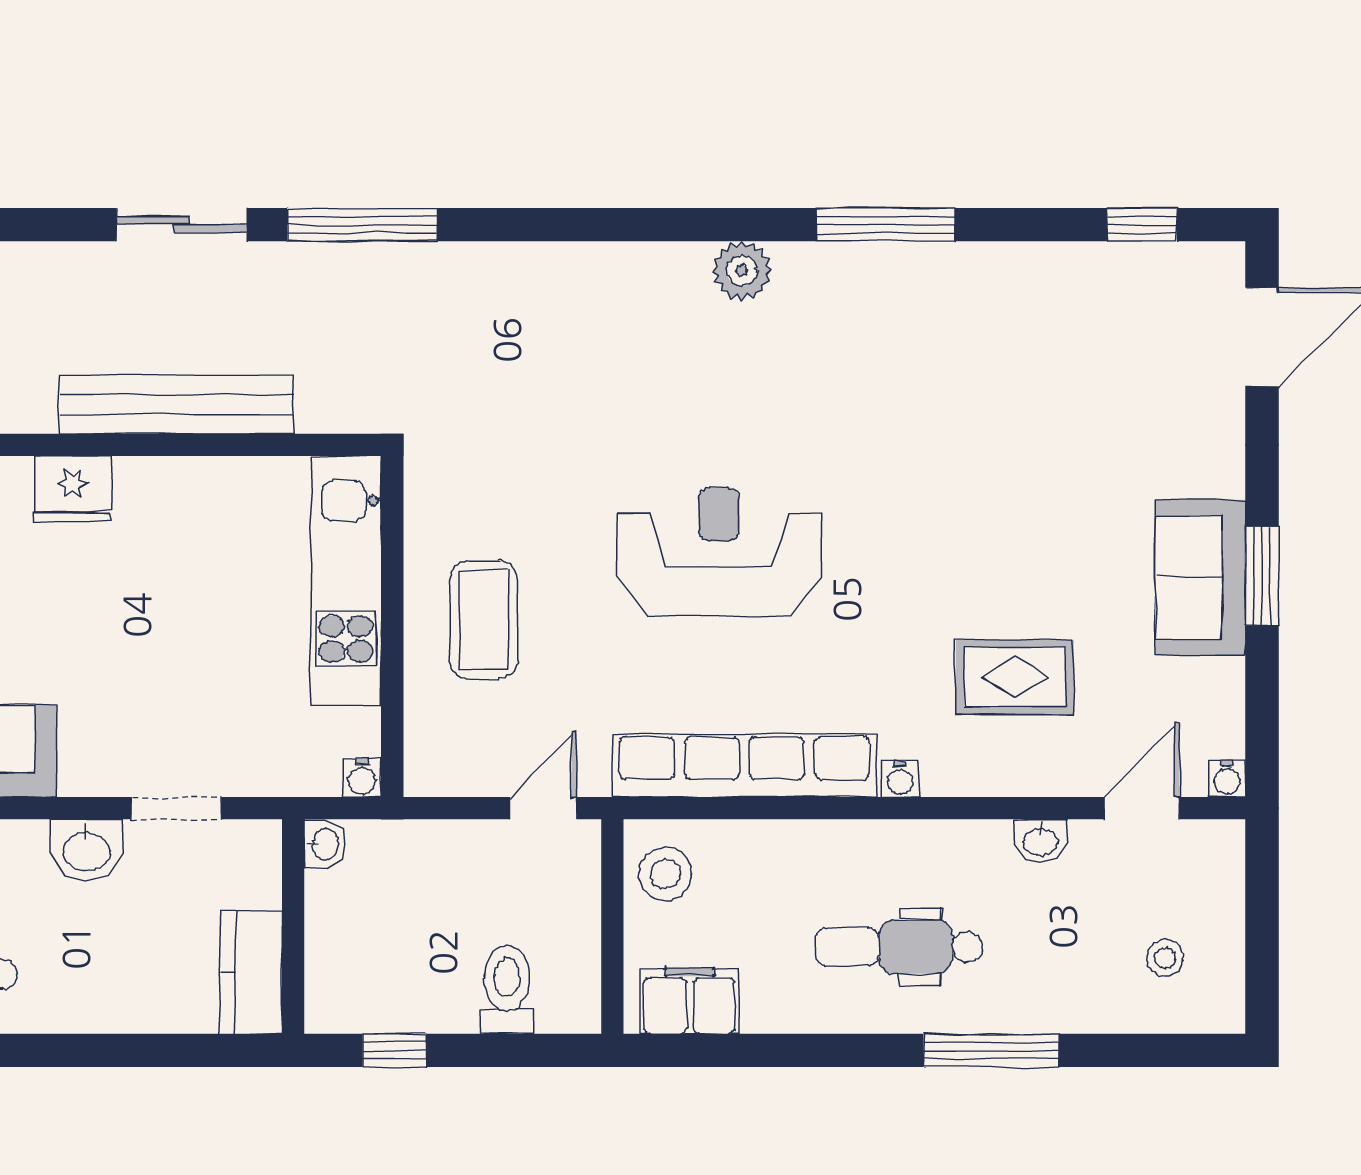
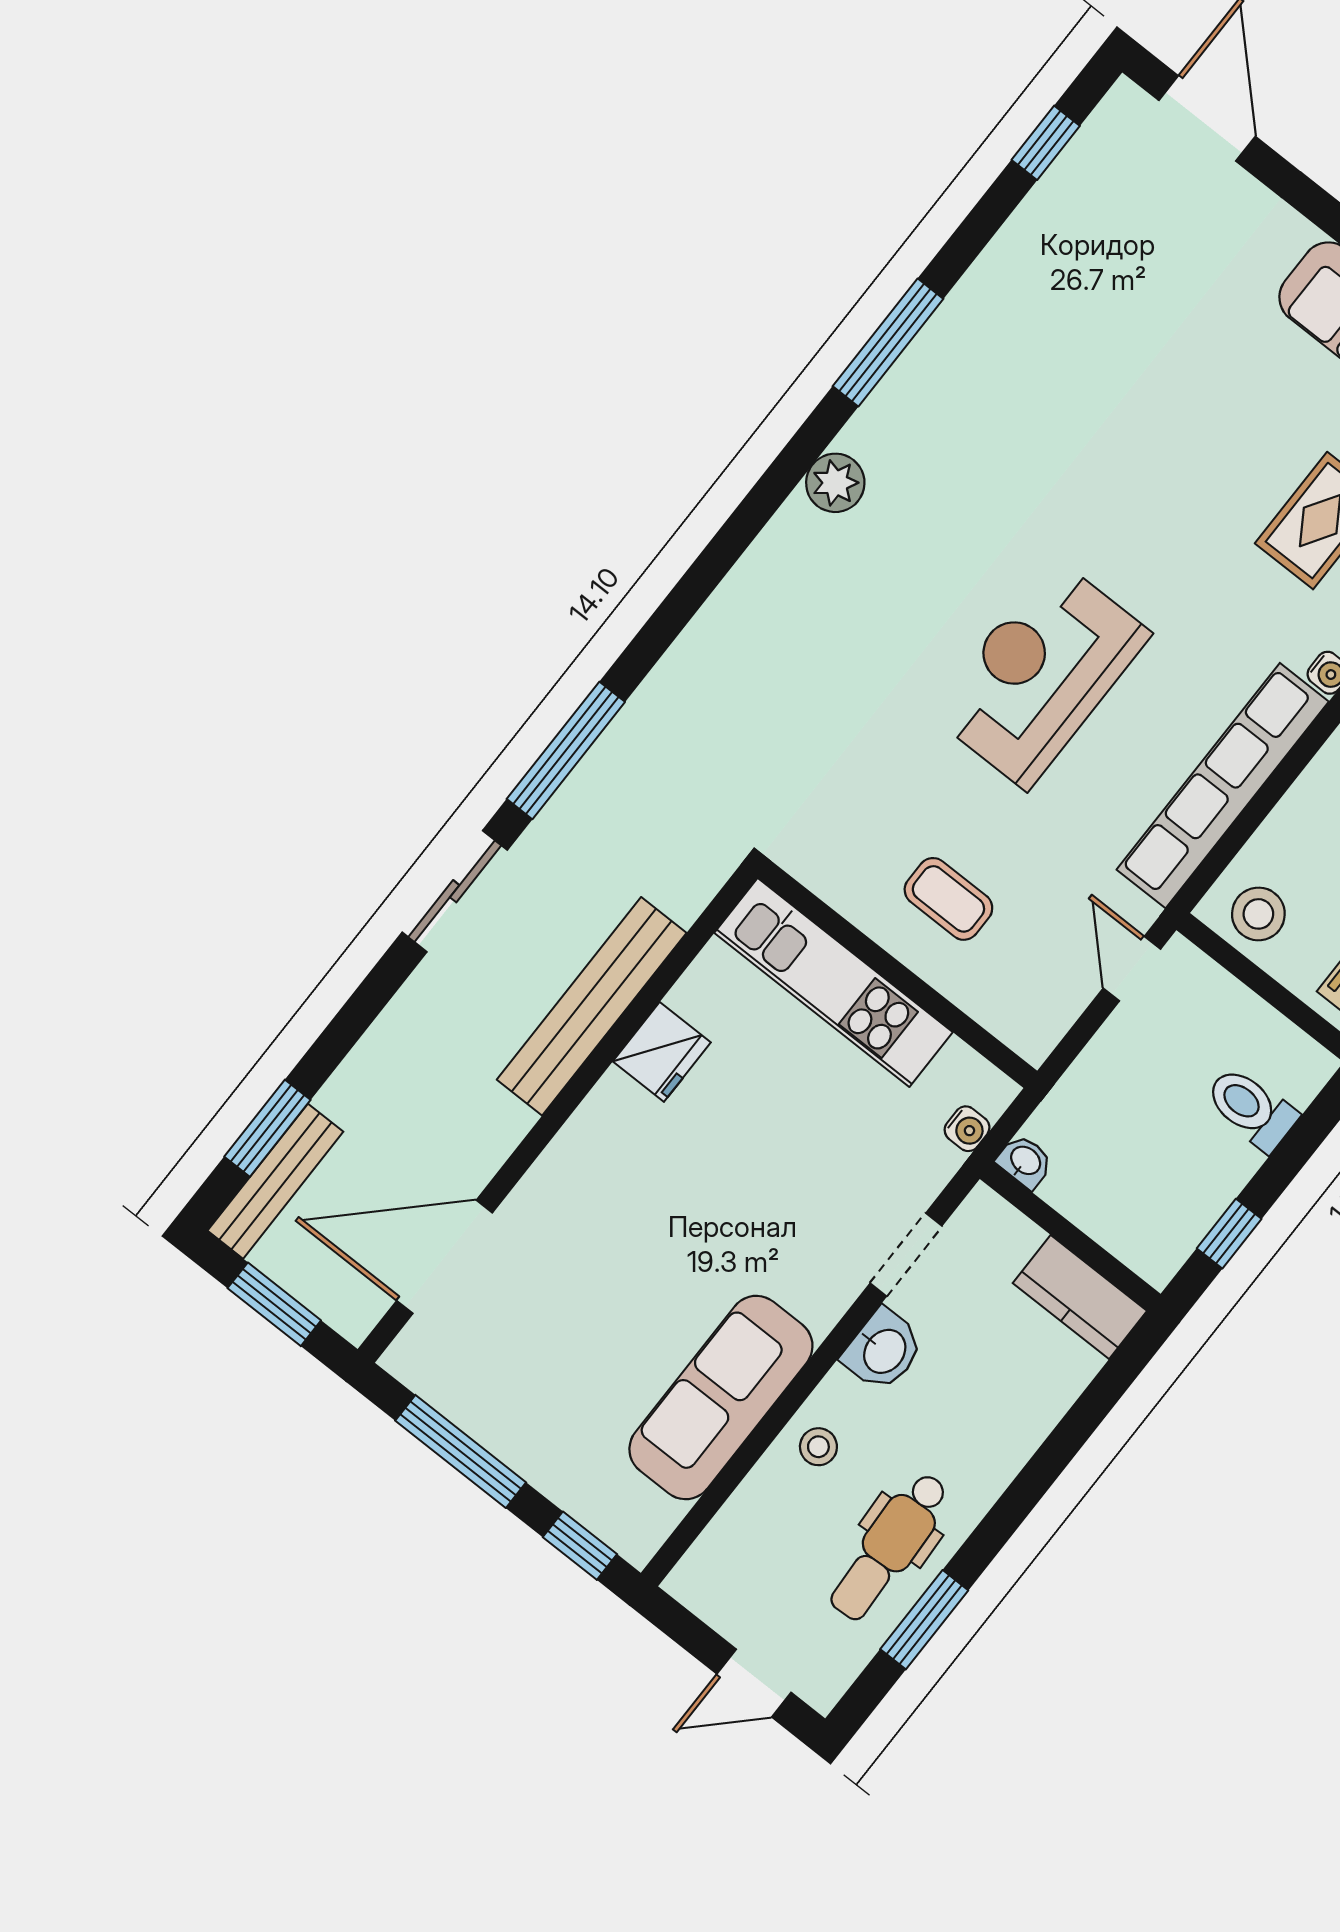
fridge: (73, 489) -> (662, 1052), moved
coffee table: (484, 620) -> (948, 899), width x0.73, depth x0.77
water cooler: (362, 778) -> (967, 1129), moved

